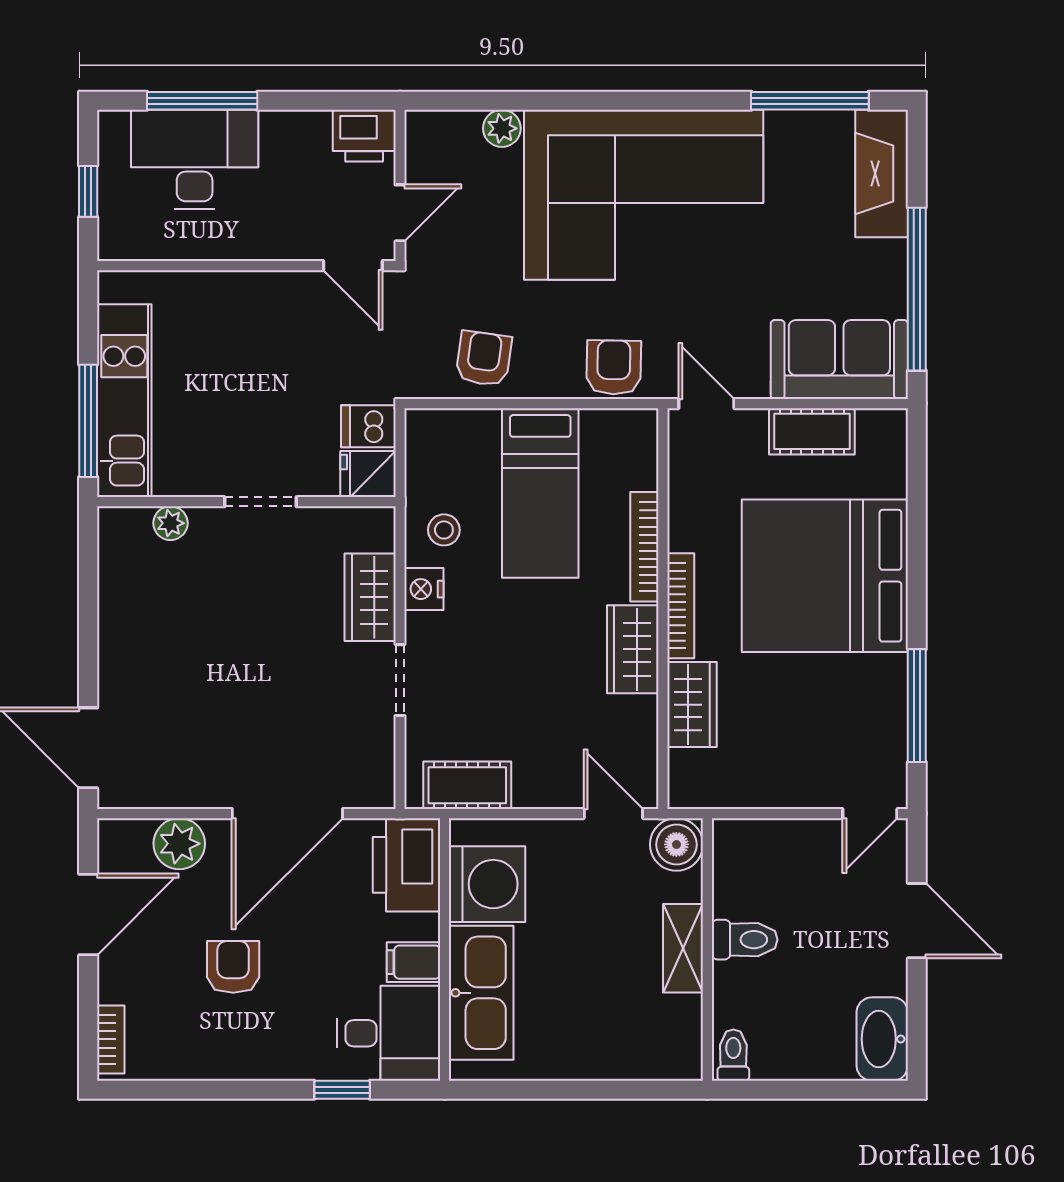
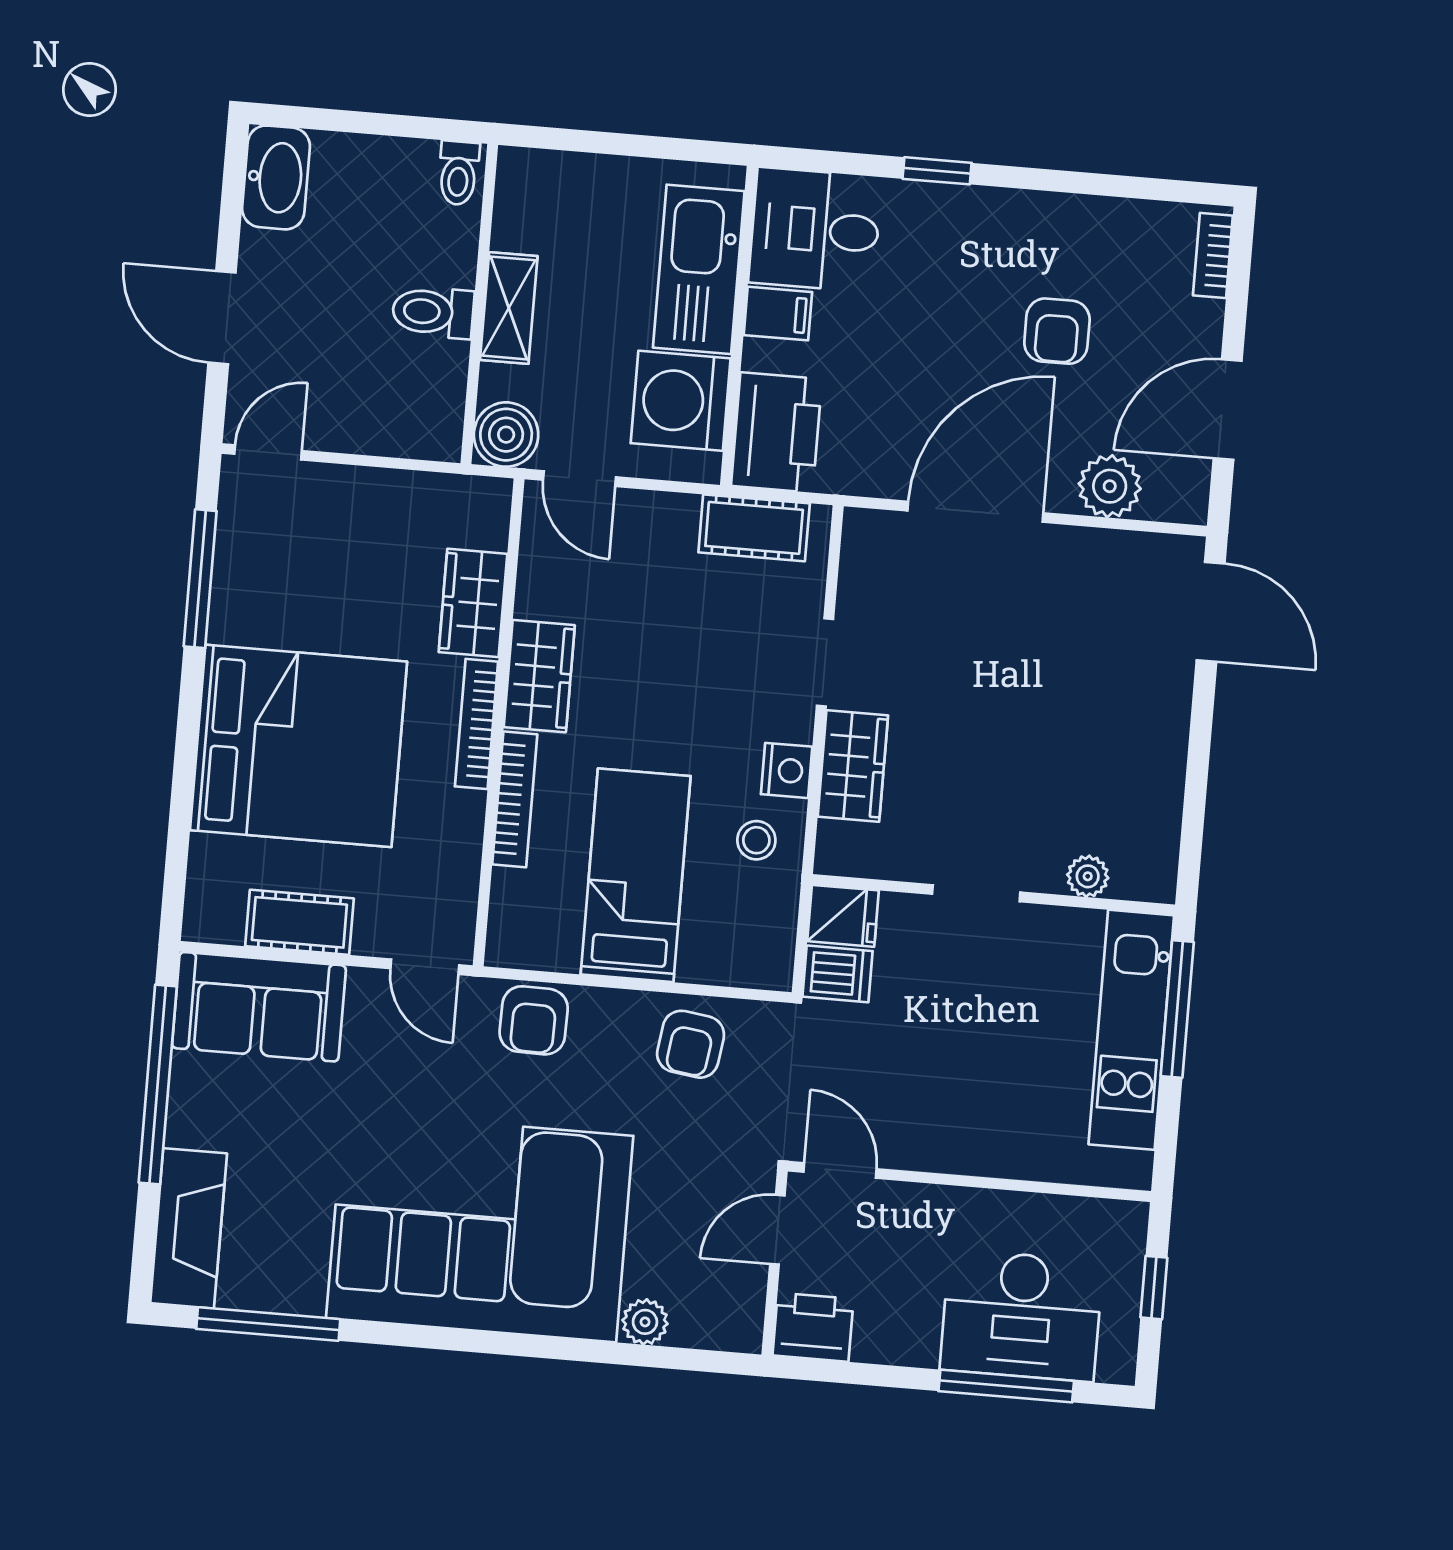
printer: (406, 865) -> (777, 432), moved
washing machine: (487, 884) -> (681, 401), moved
wall: (445, 949) -> (739, 326), moved
filing cabinet: (414, 962) -> (778, 314), moved
kitchen sink: (481, 993) -> (699, 269), moved
desk: (389, 1033) -> (815, 230), moved

